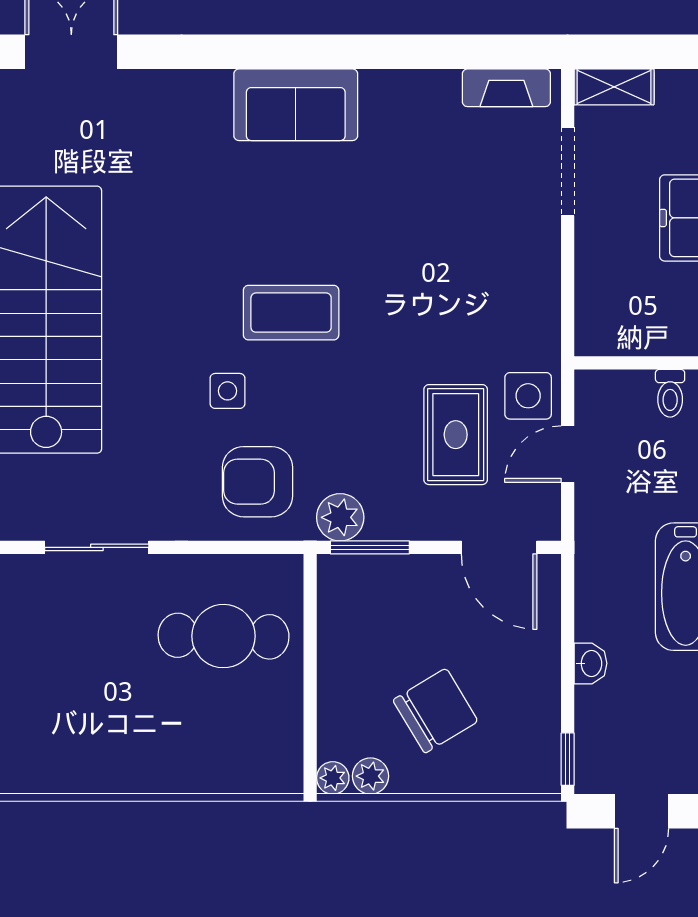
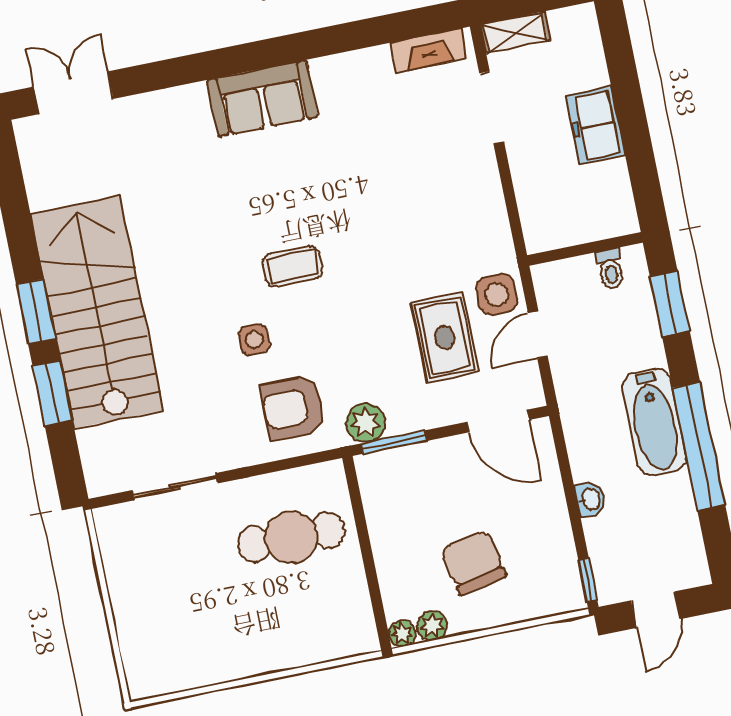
coffee table: (291, 313) -> (293, 266), width x0.73, depth x0.77
chair: (435, 711) -> (474, 563), turned -71

